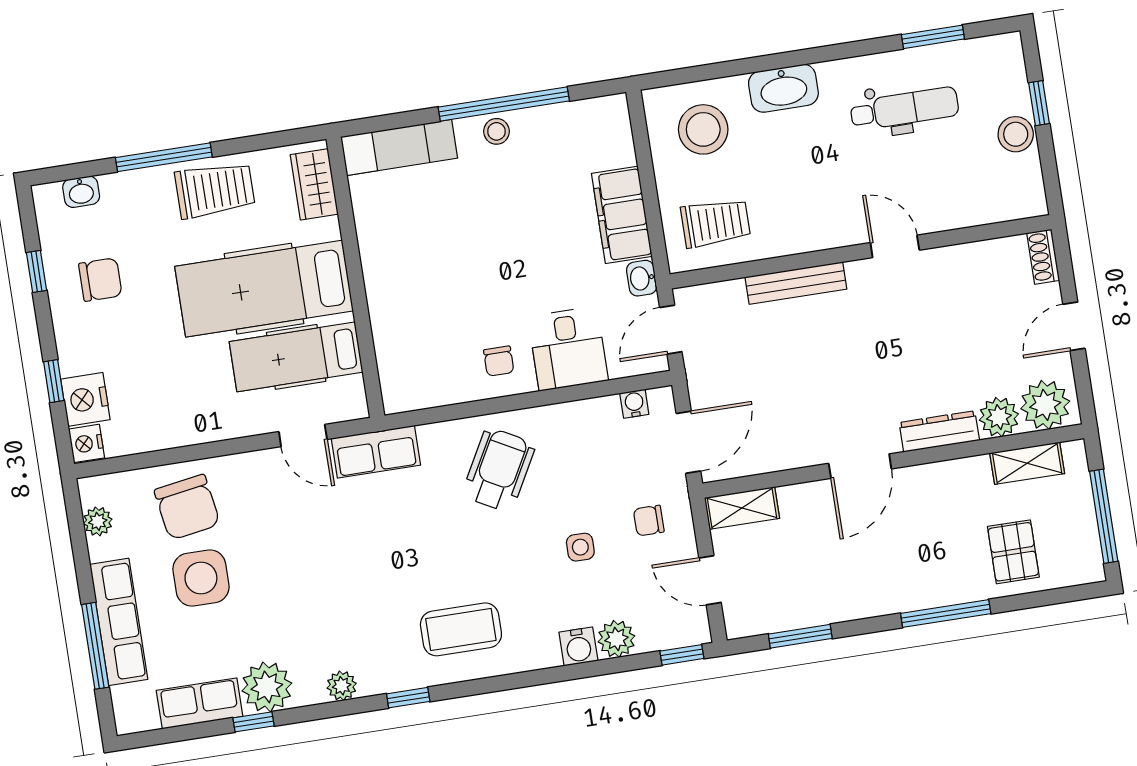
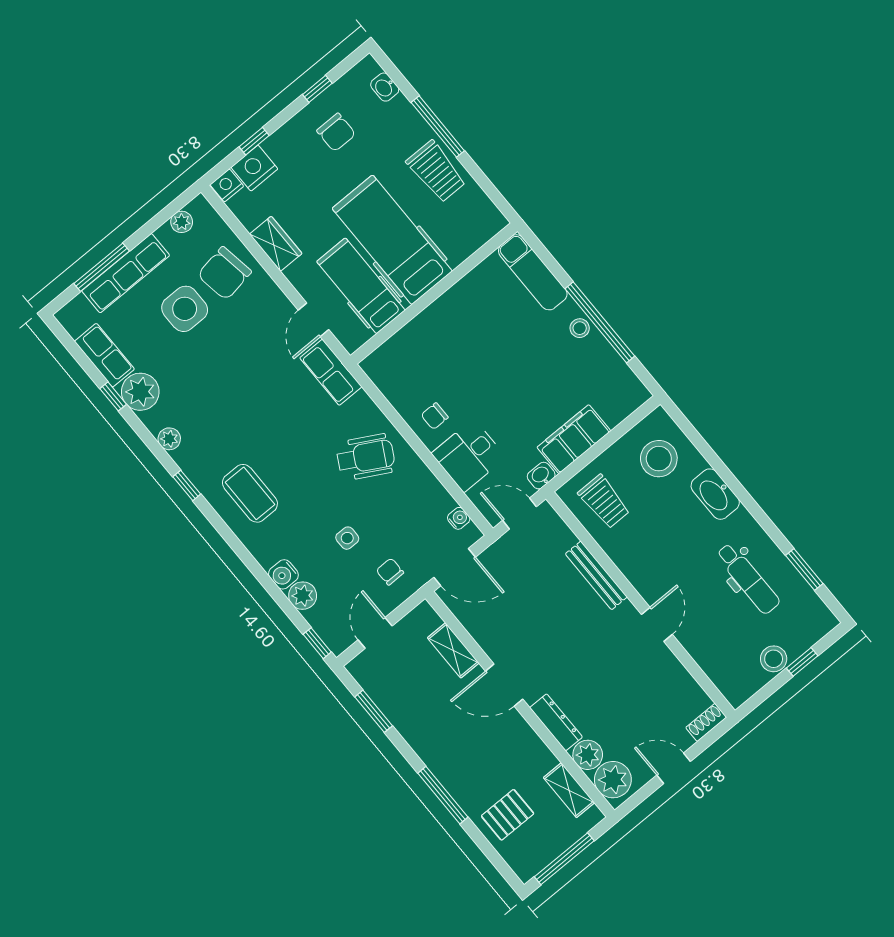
wardrobe: (314, 184) -> (276, 244), moved, turned 90
shelving: (742, 508) -> (453, 650), moved

